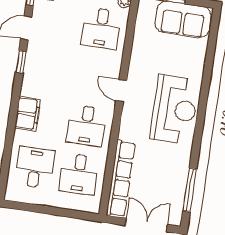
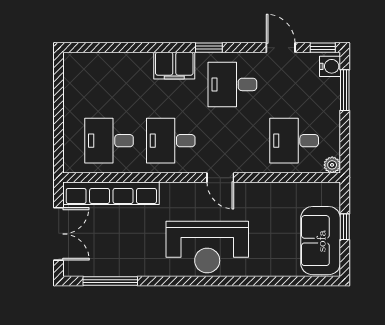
window: (21, 62) -> (209, 48), moved
door: (121, 91) -> (220, 178), swing flipped
desk: (35, 167) -> (232, 84), moved, turned 180

